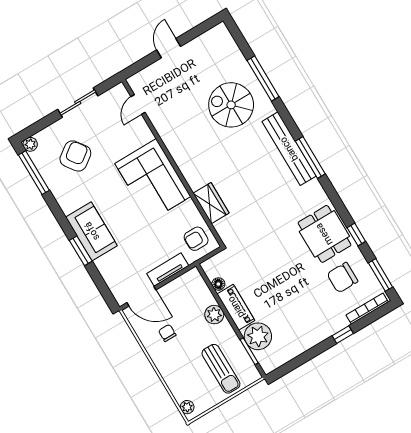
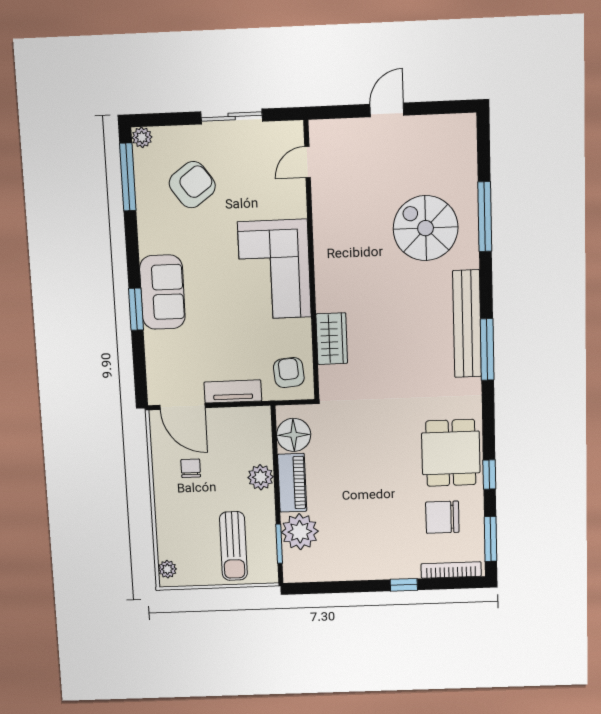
armchair: (196, 239) -> (289, 373), turned 85
floor lamp: (218, 284) -> (294, 435), width x1.89, depth x1.89

